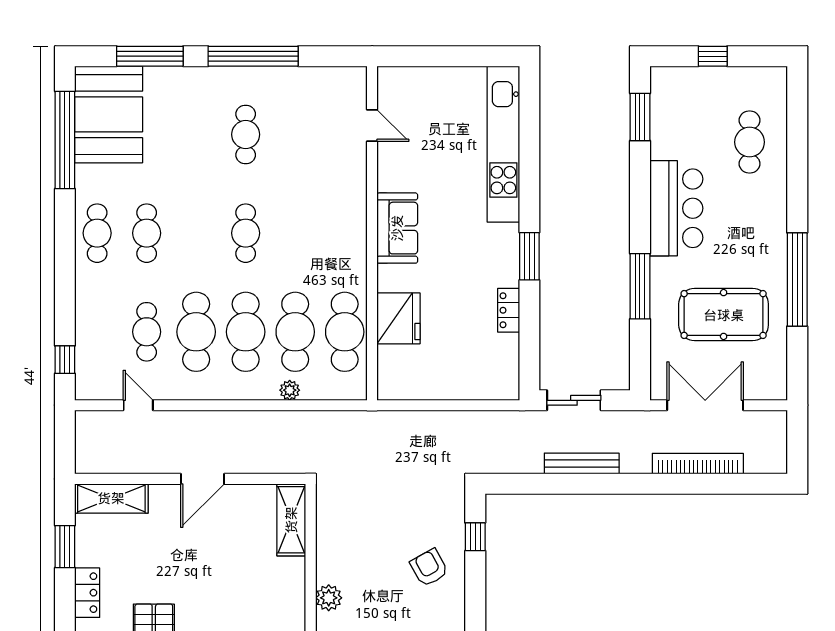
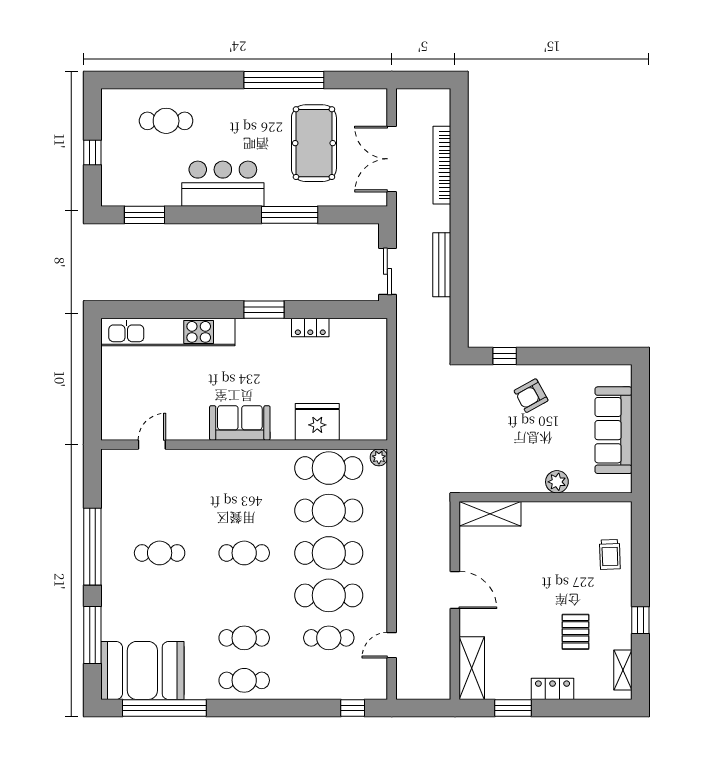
plant: (290, 390) -> (379, 457), moved

